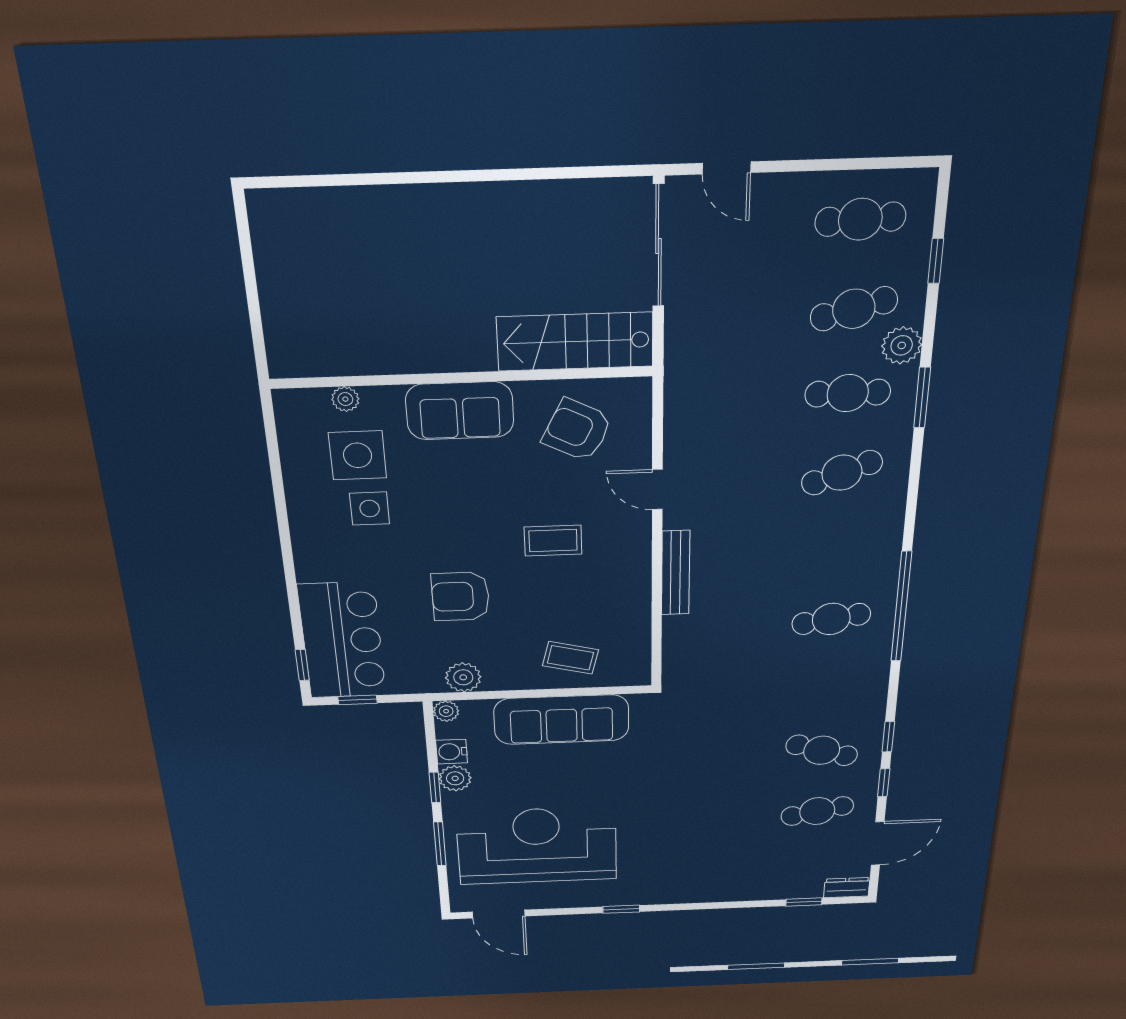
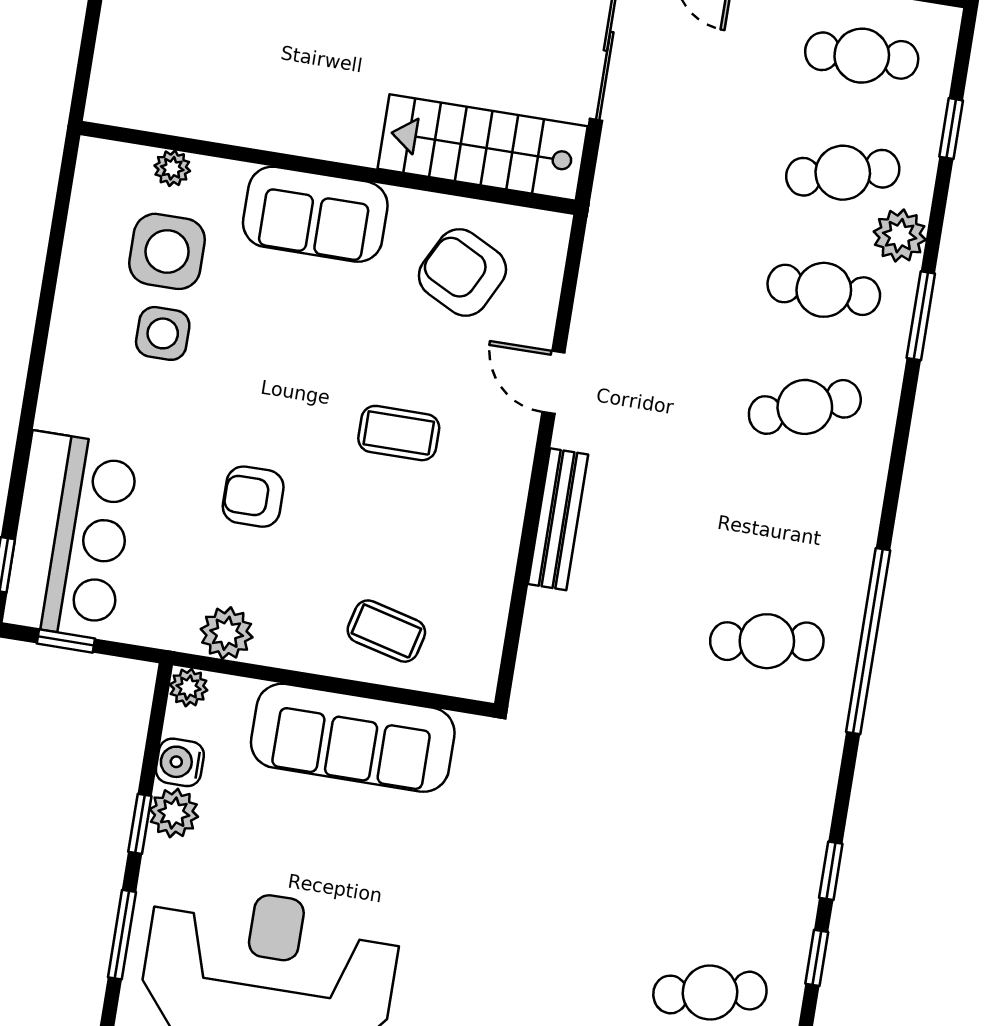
armchair: (461, 596) -> (253, 497), width x0.72, depth x0.72
cafe table: (822, 750) -> (729, 875), removed

